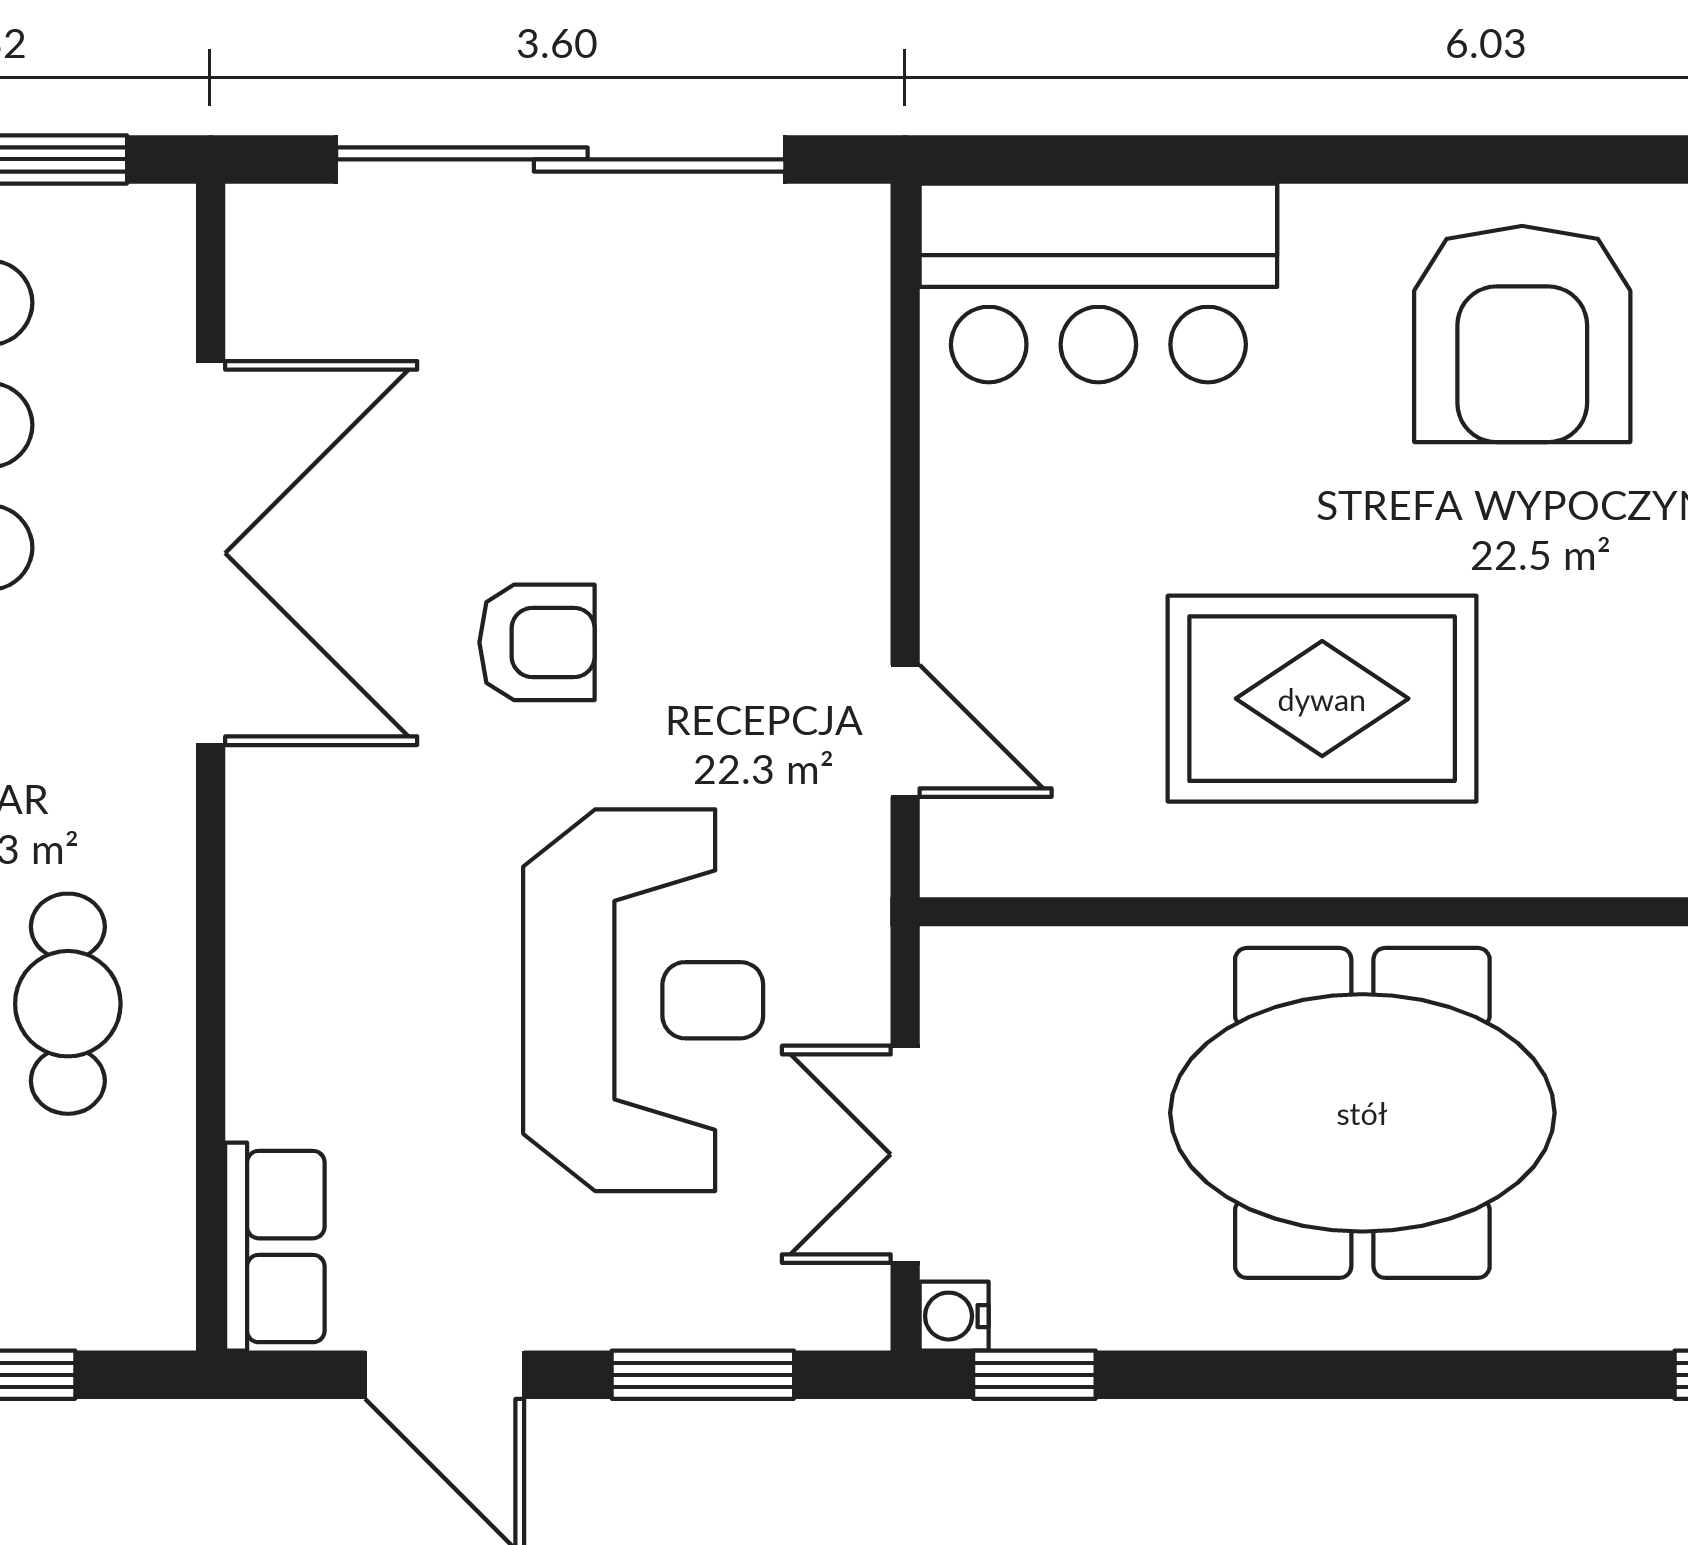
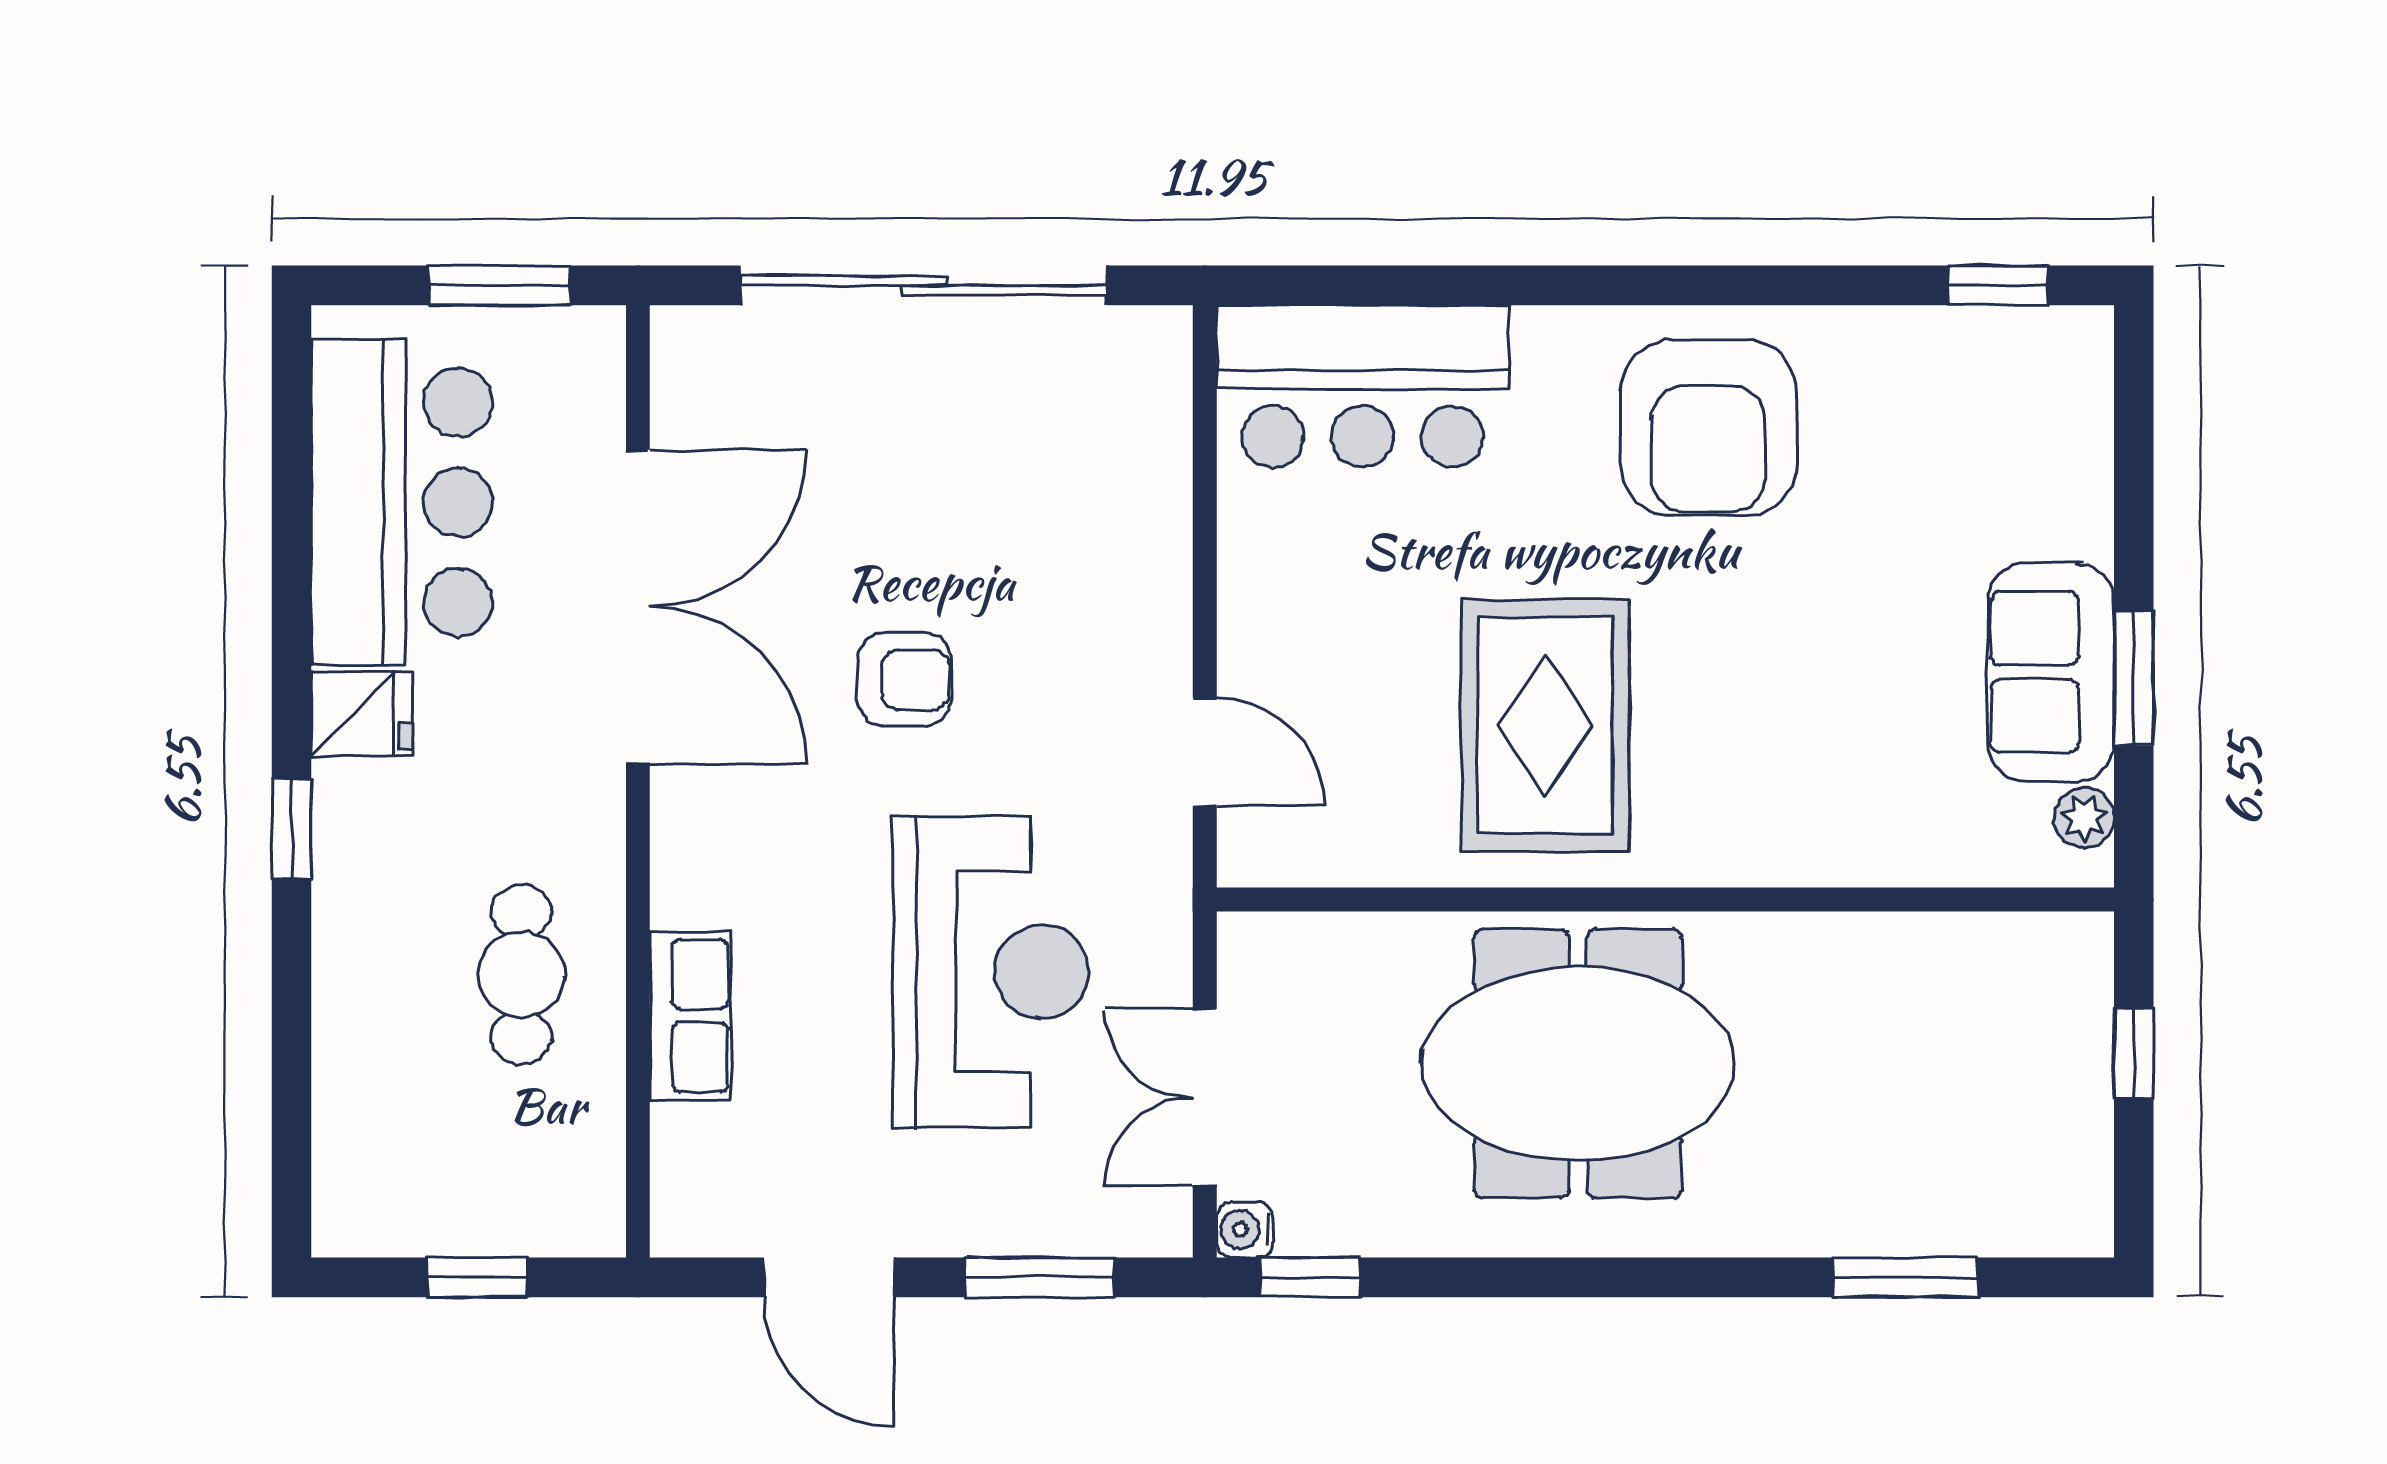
rug: (1322, 699) -> (1545, 726), turned 90
row of seats: (275, 1247) -> (690, 1016), moved

